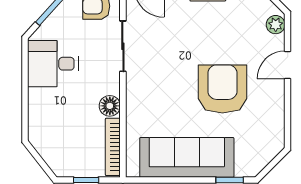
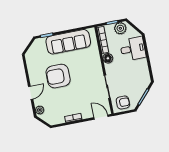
desk: (53, 64) -> (133, 49), moved
armchair: (222, 89) -> (58, 76), turned 90
plant: (71, 164) -> (120, 28), added

